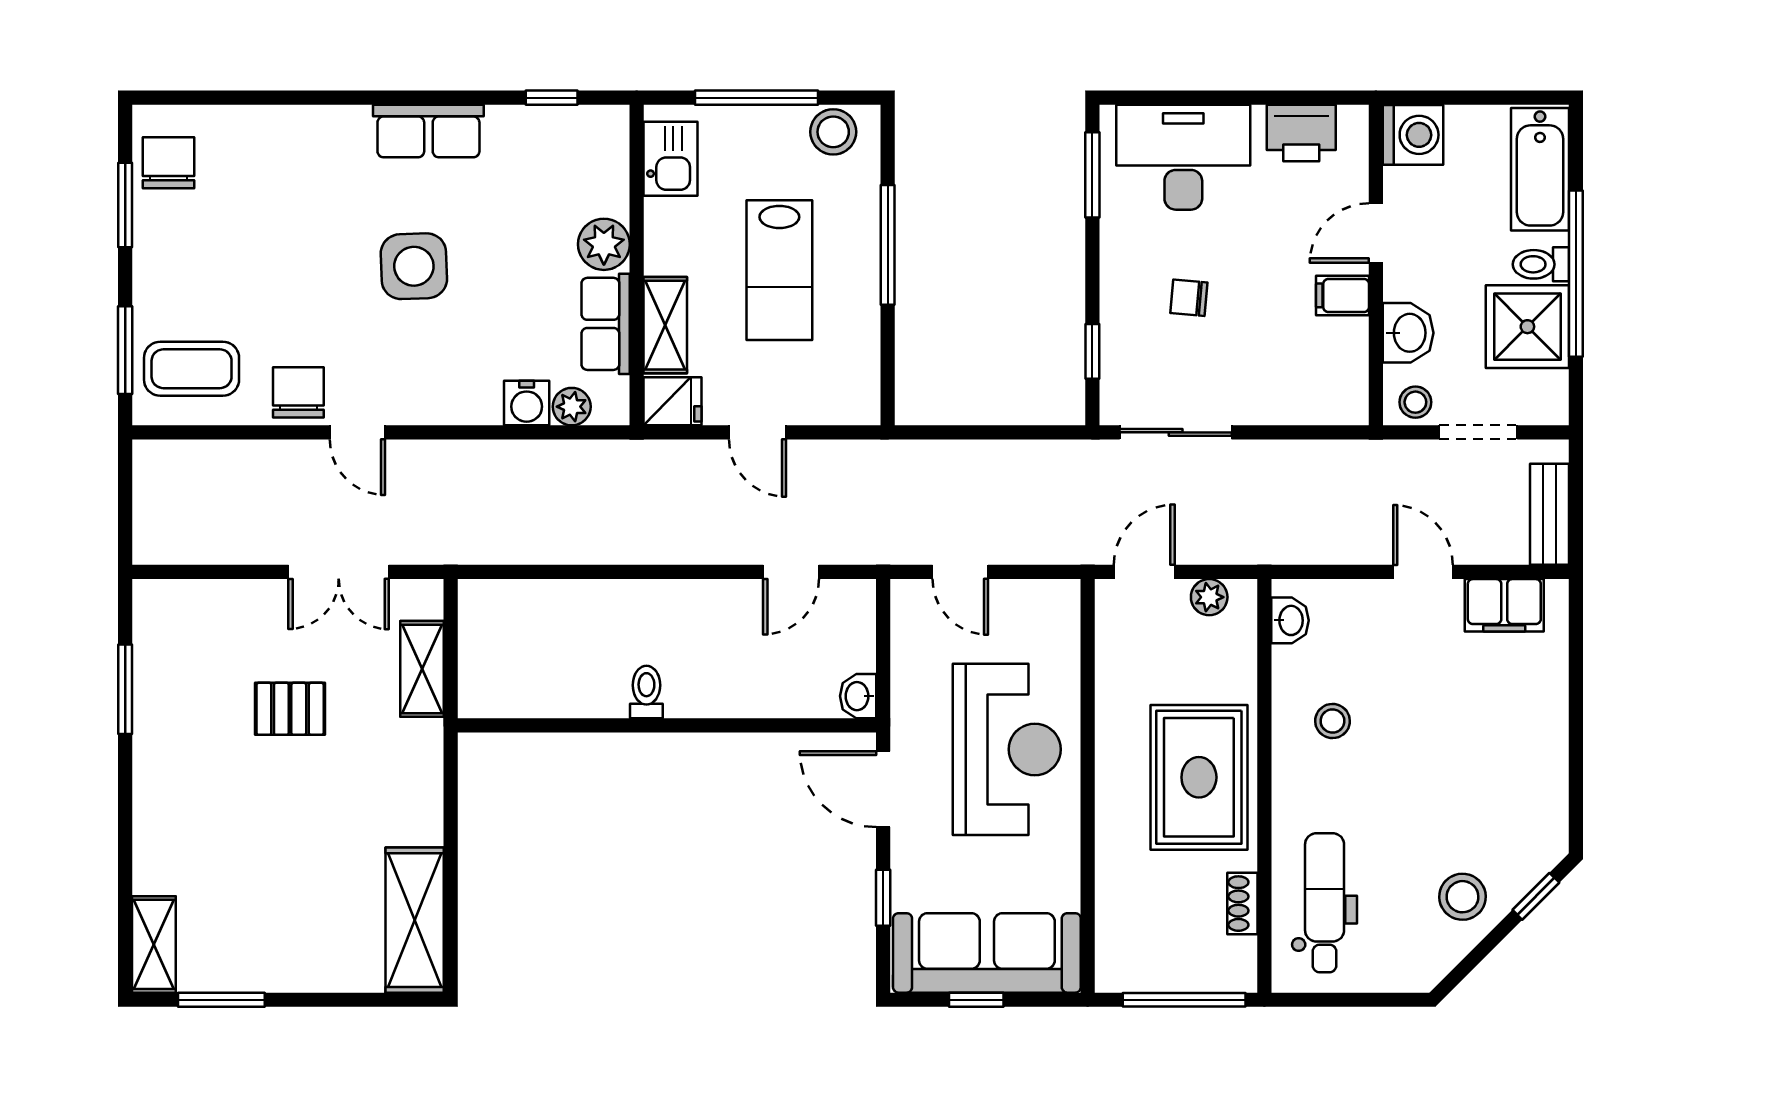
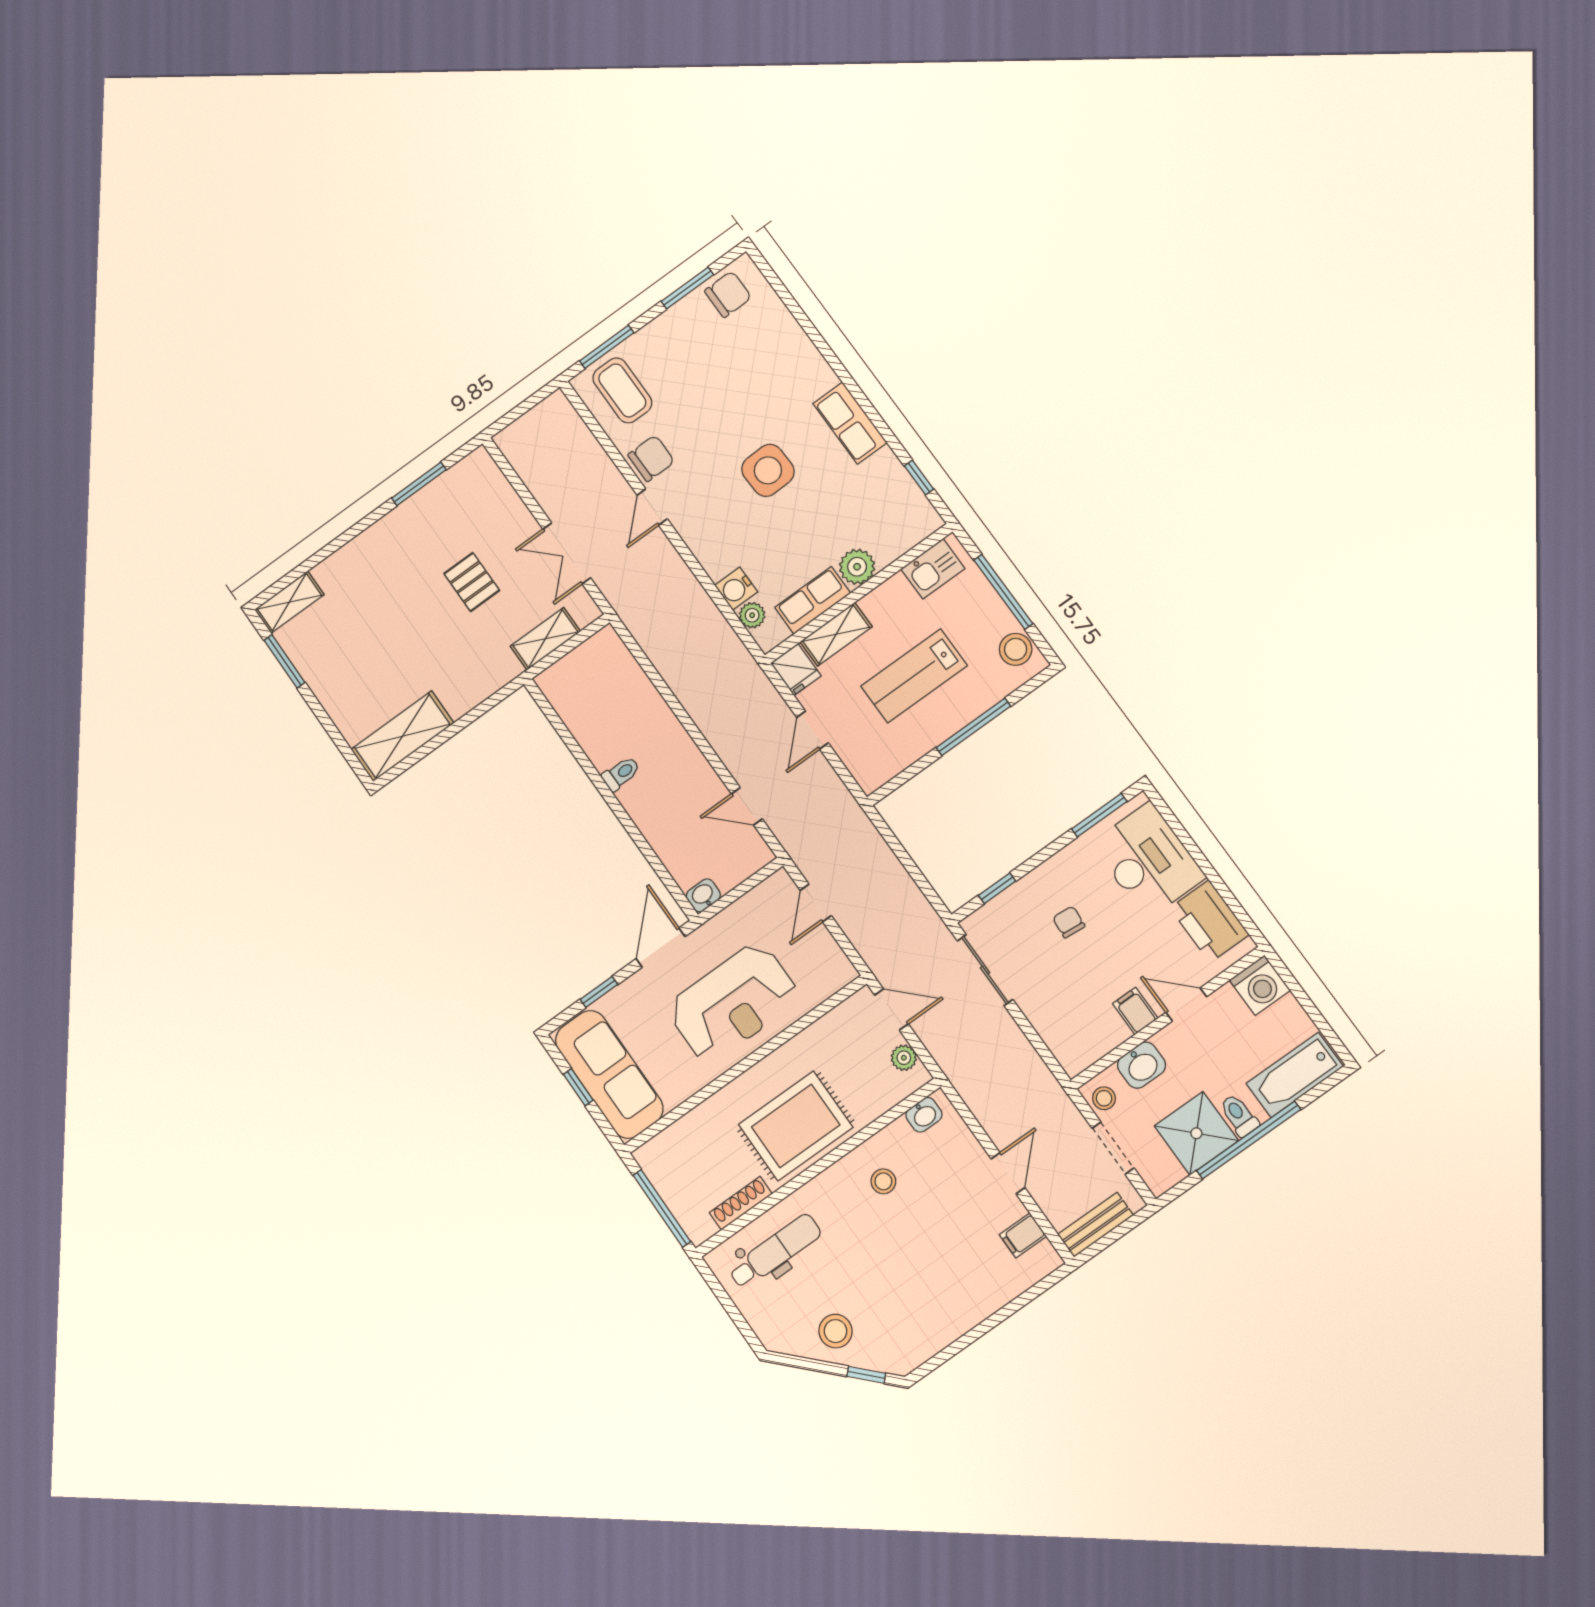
printer: (1301, 133) -> (1209, 921), width x1.37, depth x1.19
filing cabinet: (1504, 605) -> (1023, 1235), width x0.50
shoe rack: (1242, 904) -> (741, 1203), width x1.43

